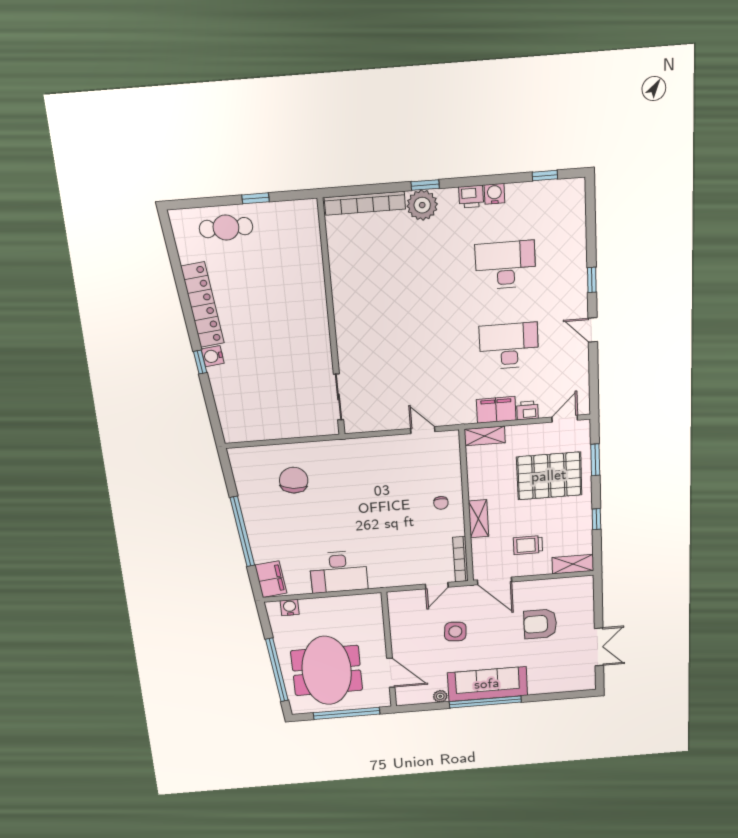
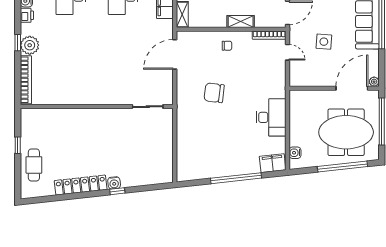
door: (423, 430) -> (175, 54), width x1.88
chair: (294, 480) -> (214, 93), moved
door: (391, 673) -> (352, 88), width x1.36
plant: (440, 696) -> (374, 82), moved

